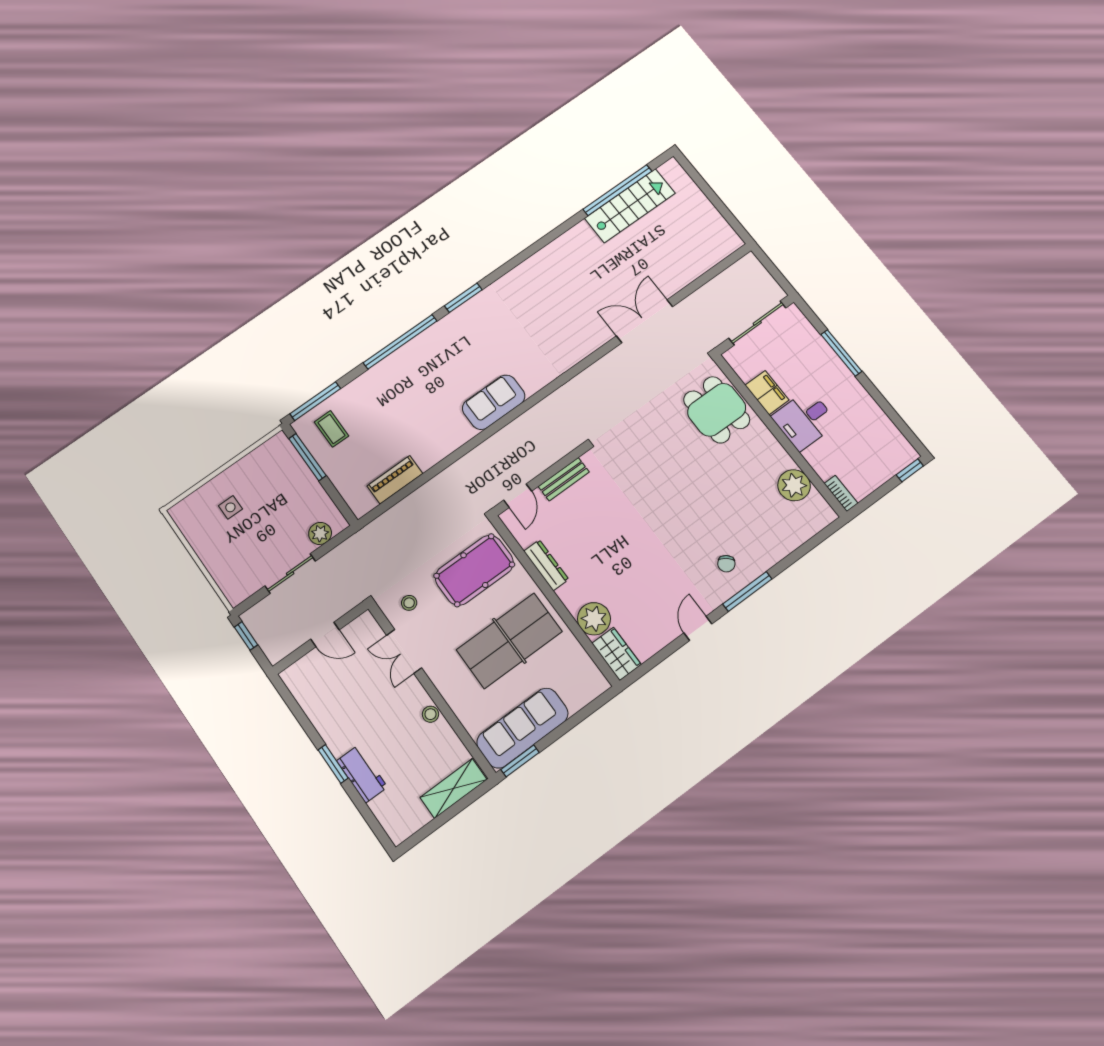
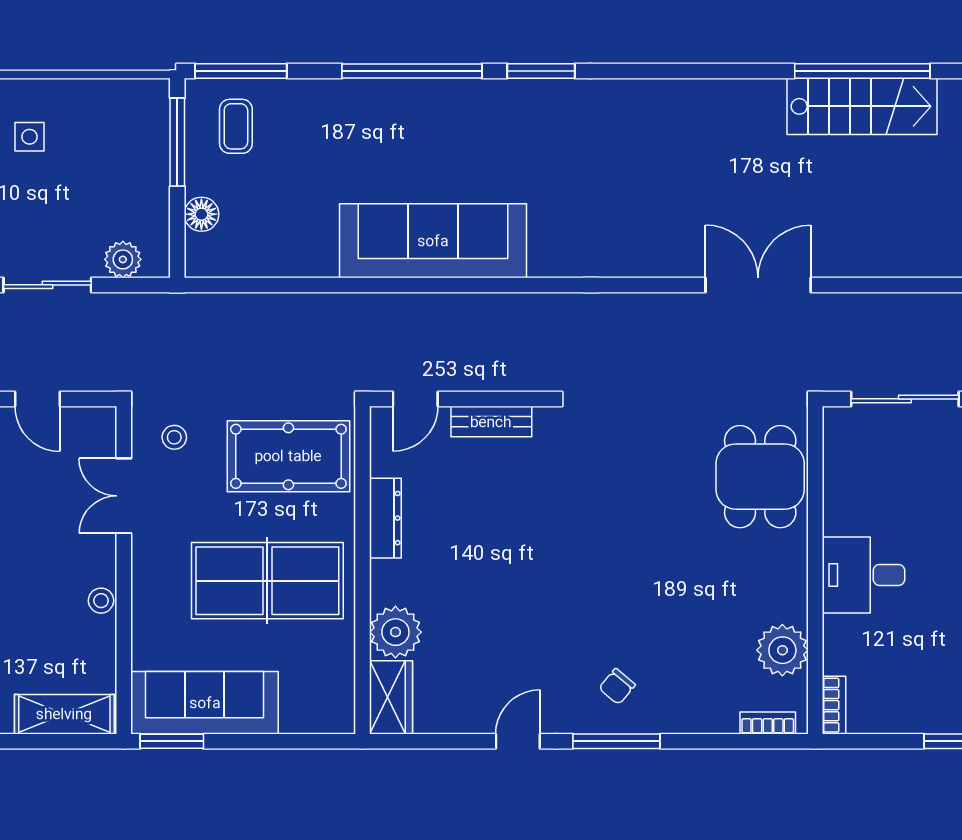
filing cabinet: (767, 393) -> (844, 502), removed
sofa: (494, 402) -> (433, 241), width x1.85, depth x1.27
piano: (395, 480) -> (271, 259), removed
floor lamp: (344, 483) -> (201, 214), added
bookcase: (815, 526) -> (768, 723), added

